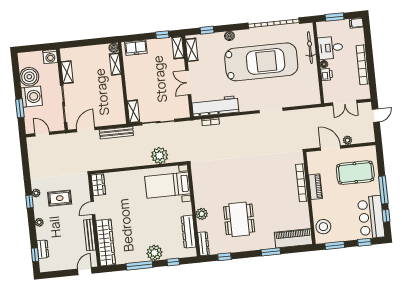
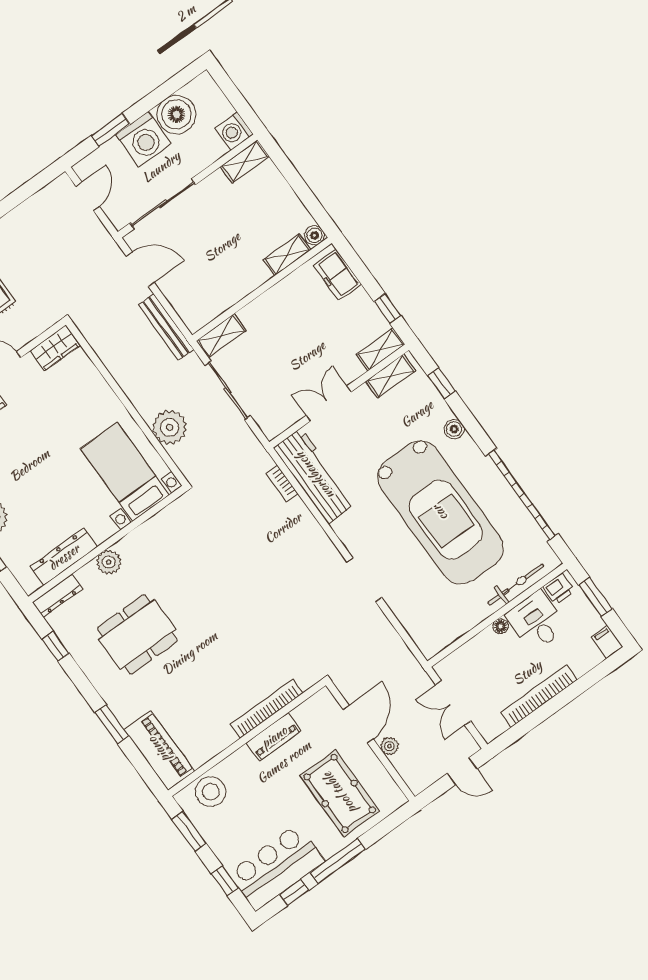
shelving: (67, 72) -> (245, 162), moved
printer: (327, 74) -> (558, 589), moved

